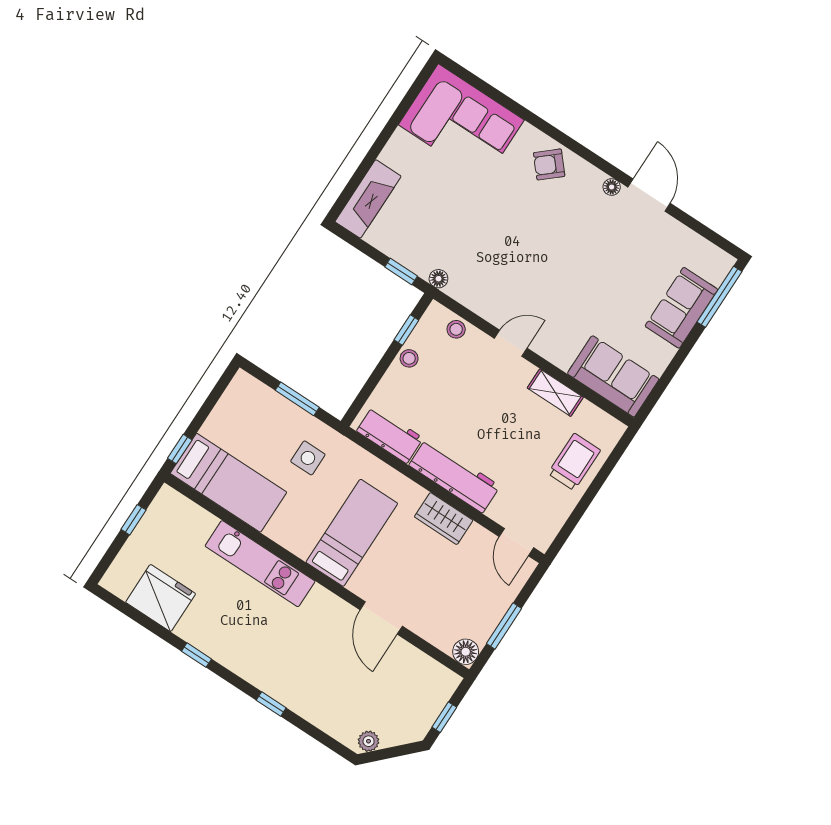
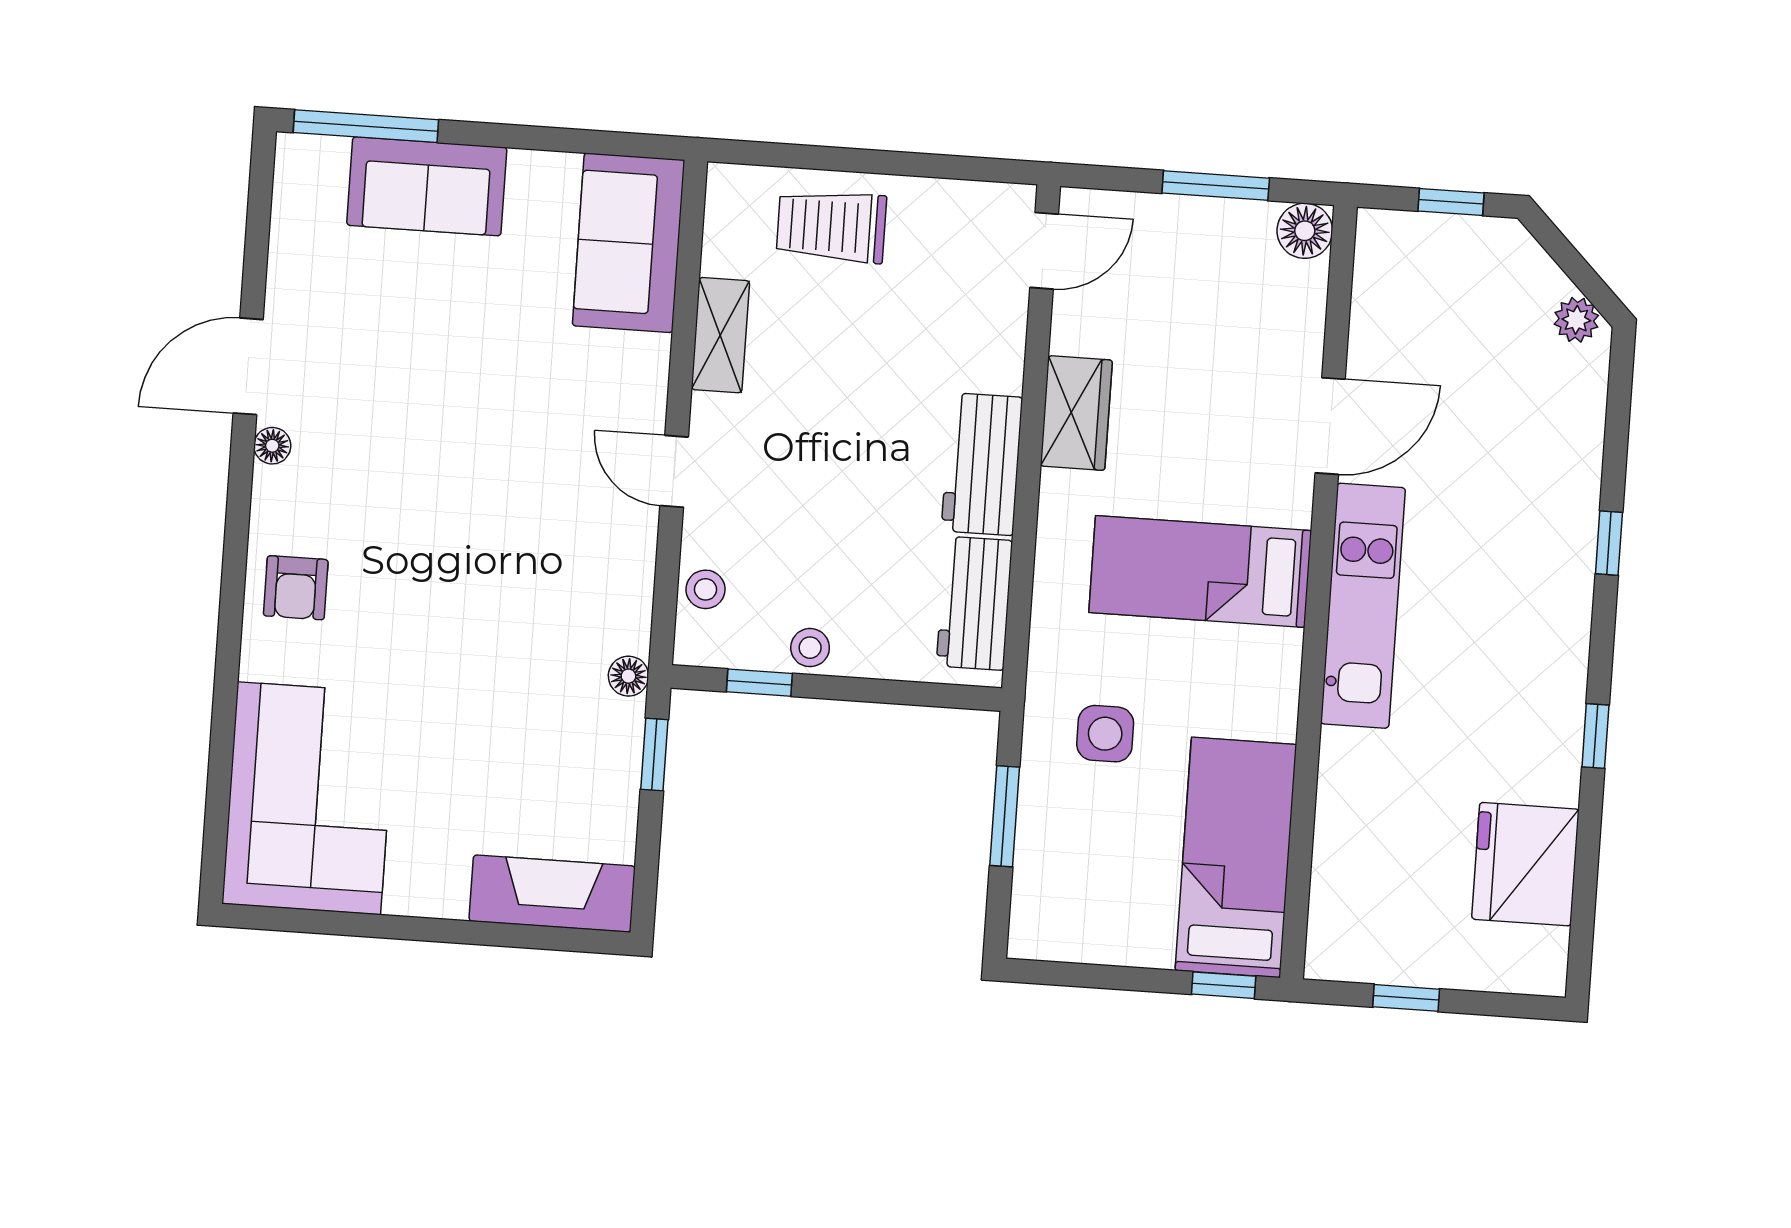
armchair: (549, 164) -> (296, 588), turned 41
workbench: (454, 476) -> (982, 464), width x0.73
kitchen unit: (260, 564) -> (1363, 606), moved

